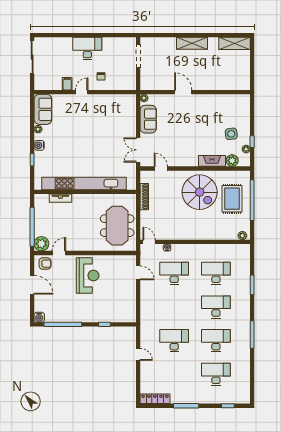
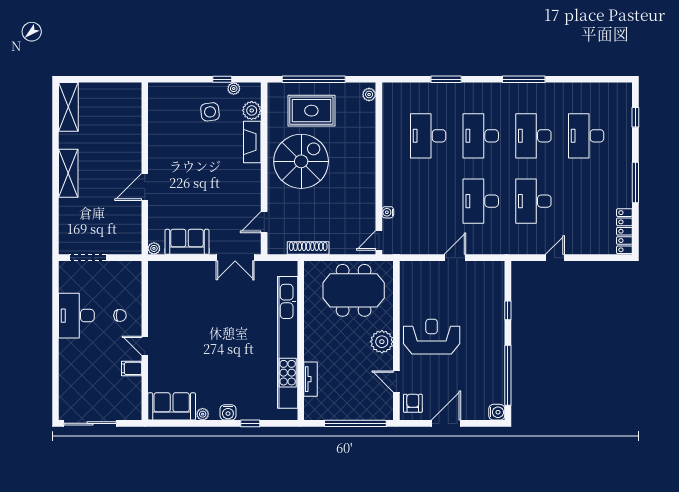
desk: (87, 48) -> (76, 316), moved
plant: (41, 244) -> (382, 342), moved
door: (138, 273) -> (455, 258), moved
desk: (174, 273) -> (481, 201), moved

